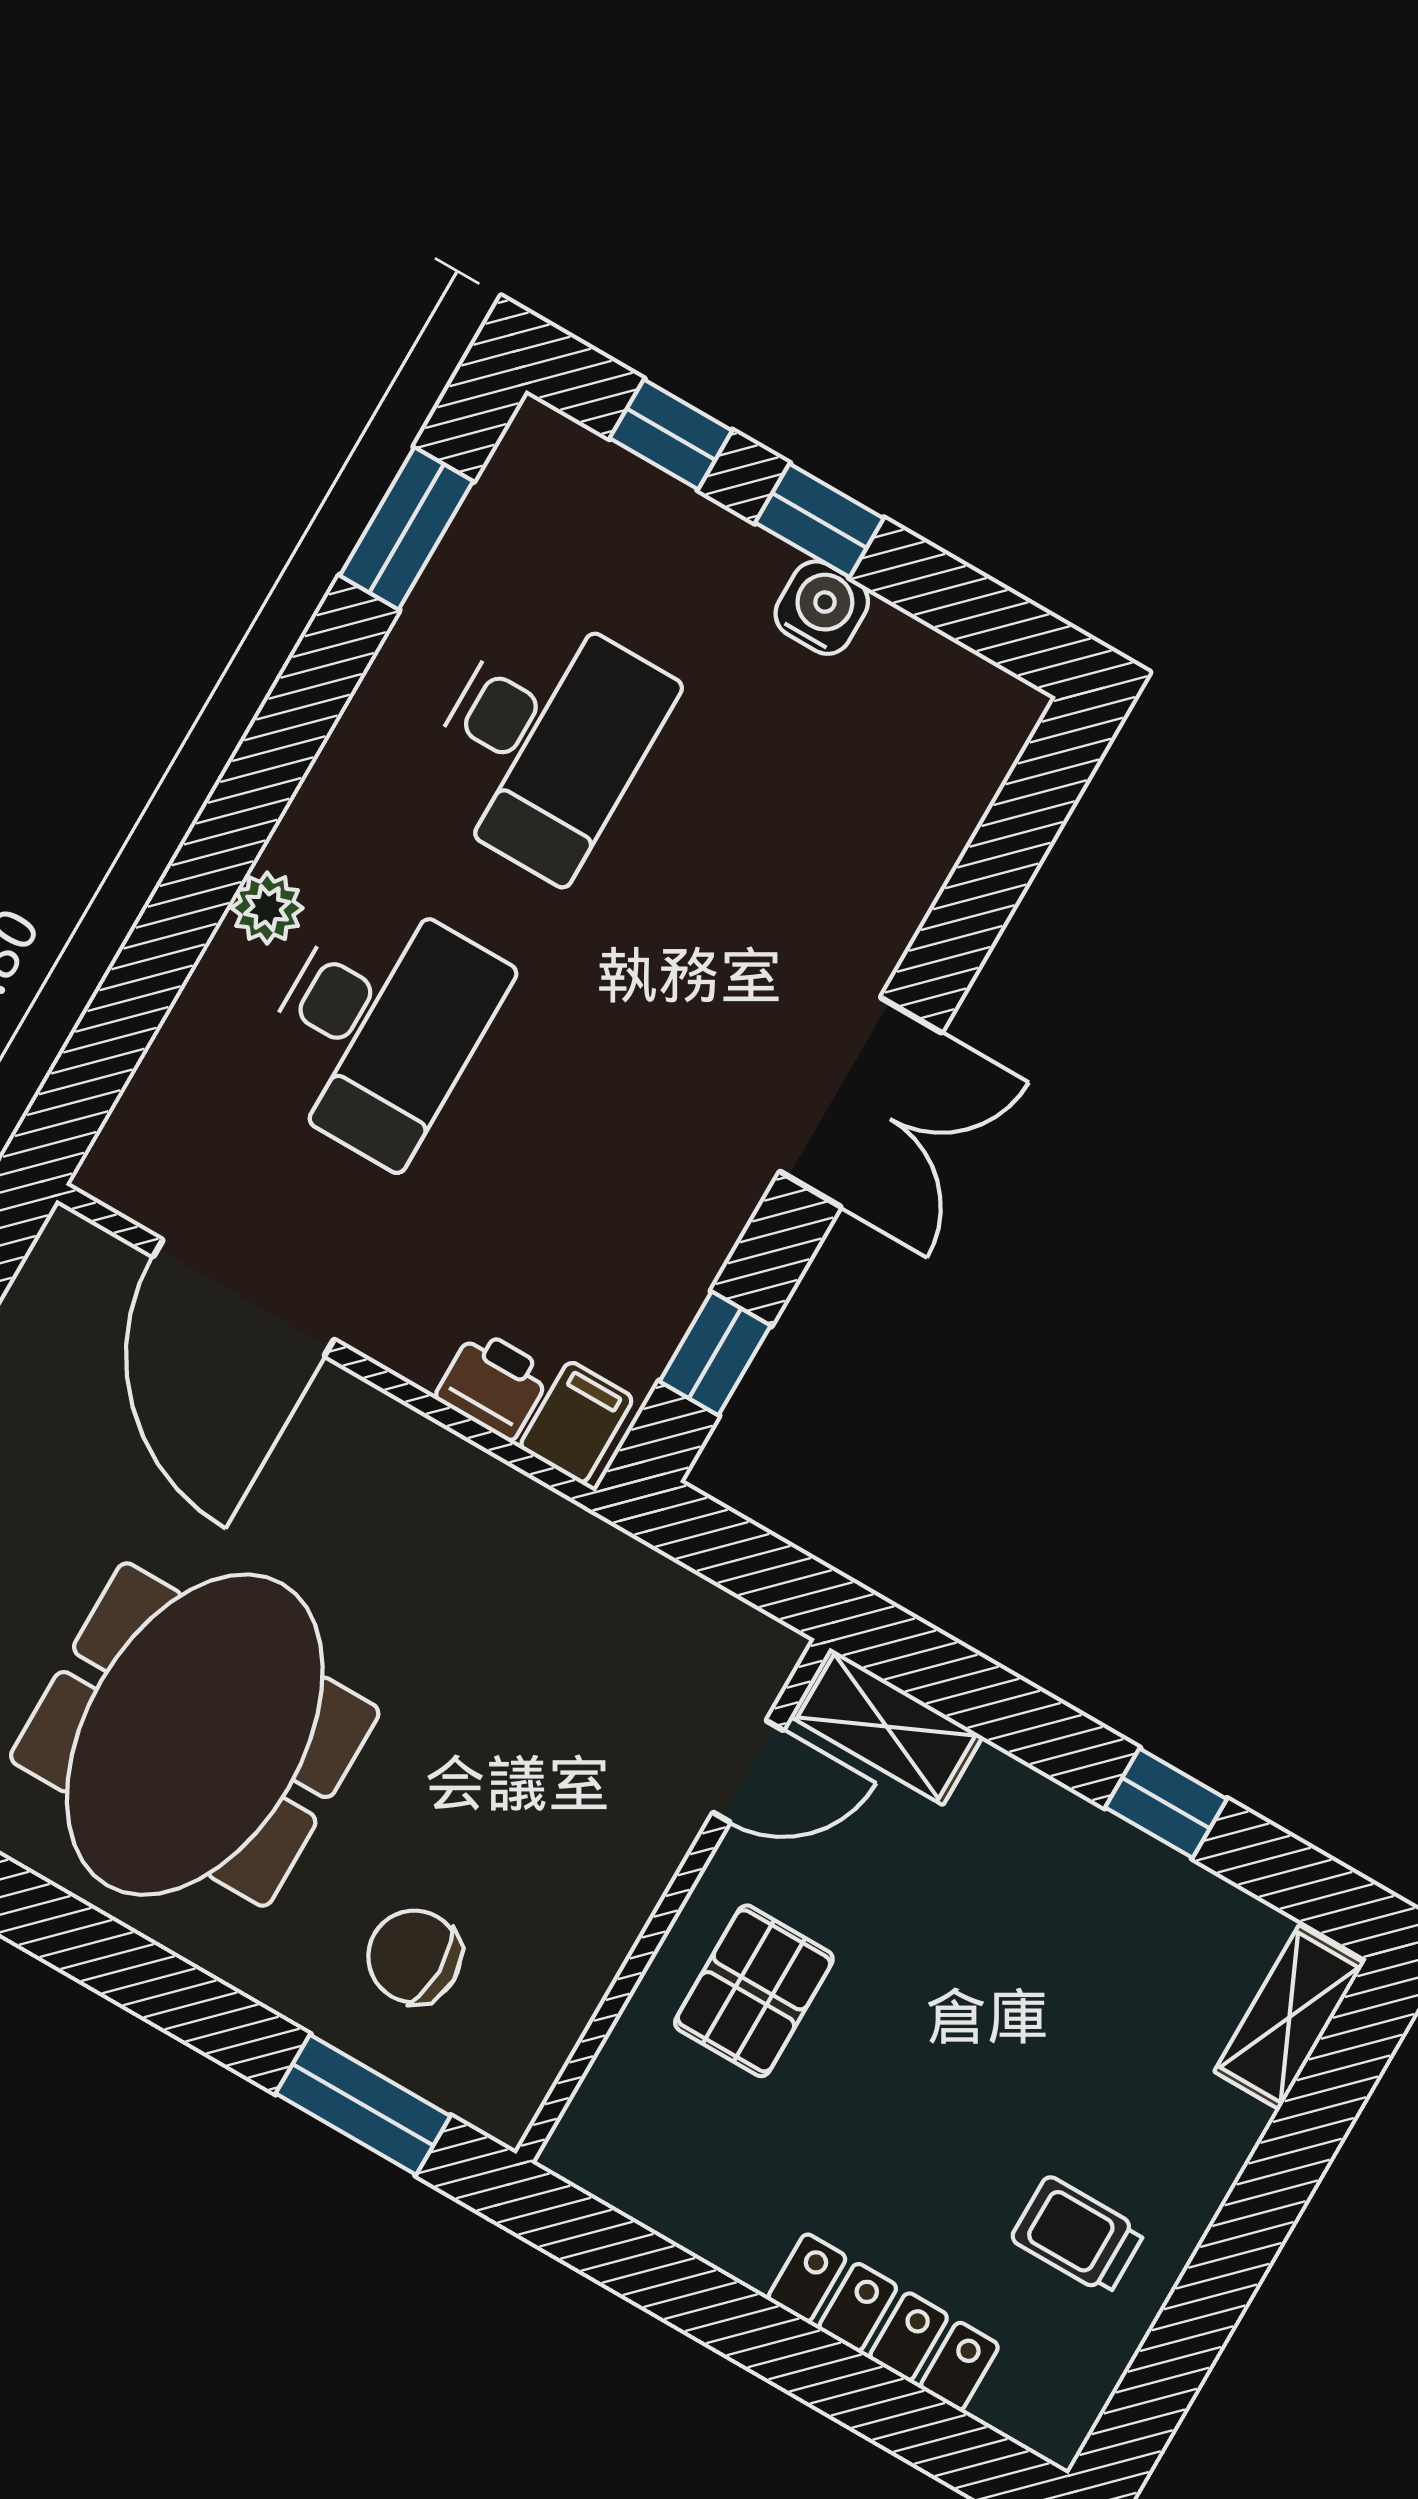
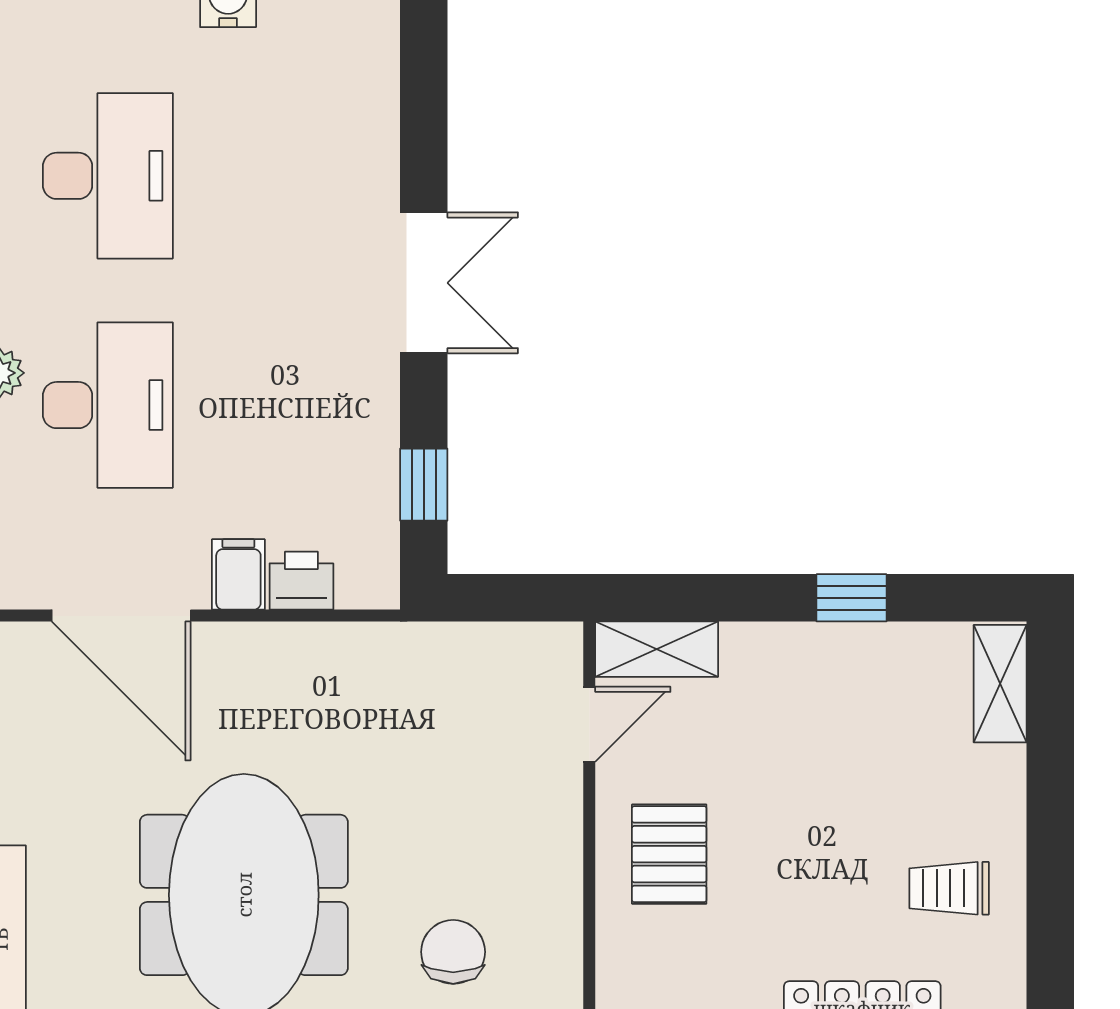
filing cabinet: (576, 1422) -> (238, 574), moved
chair: (414, 1957) -> (453, 952), turned 90

